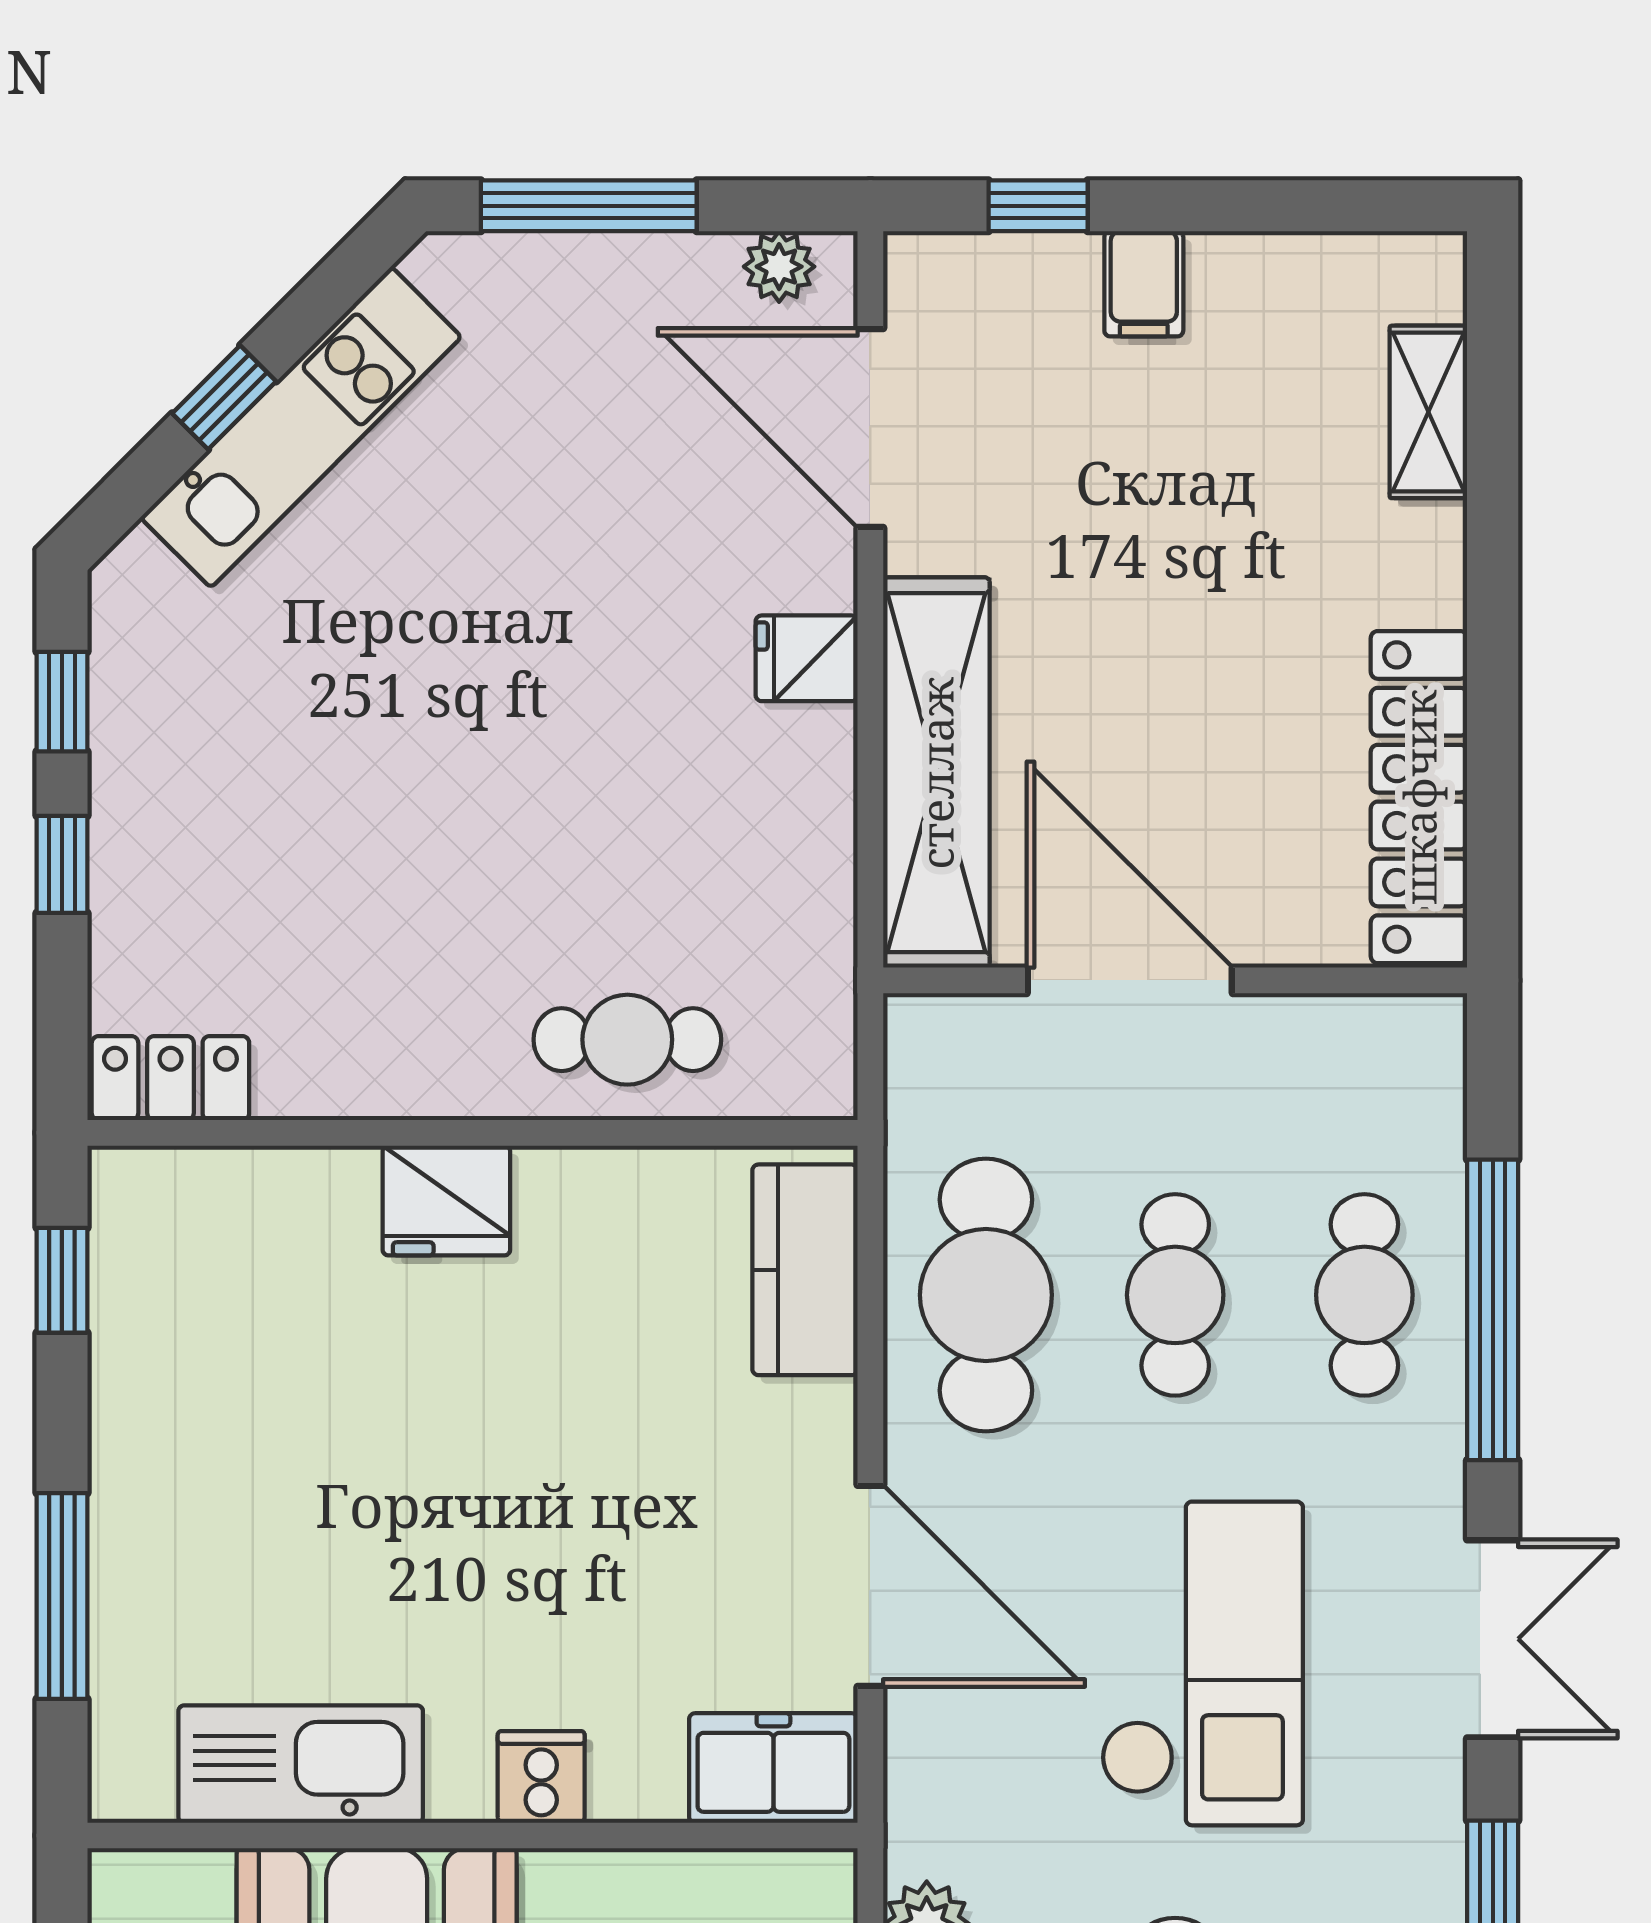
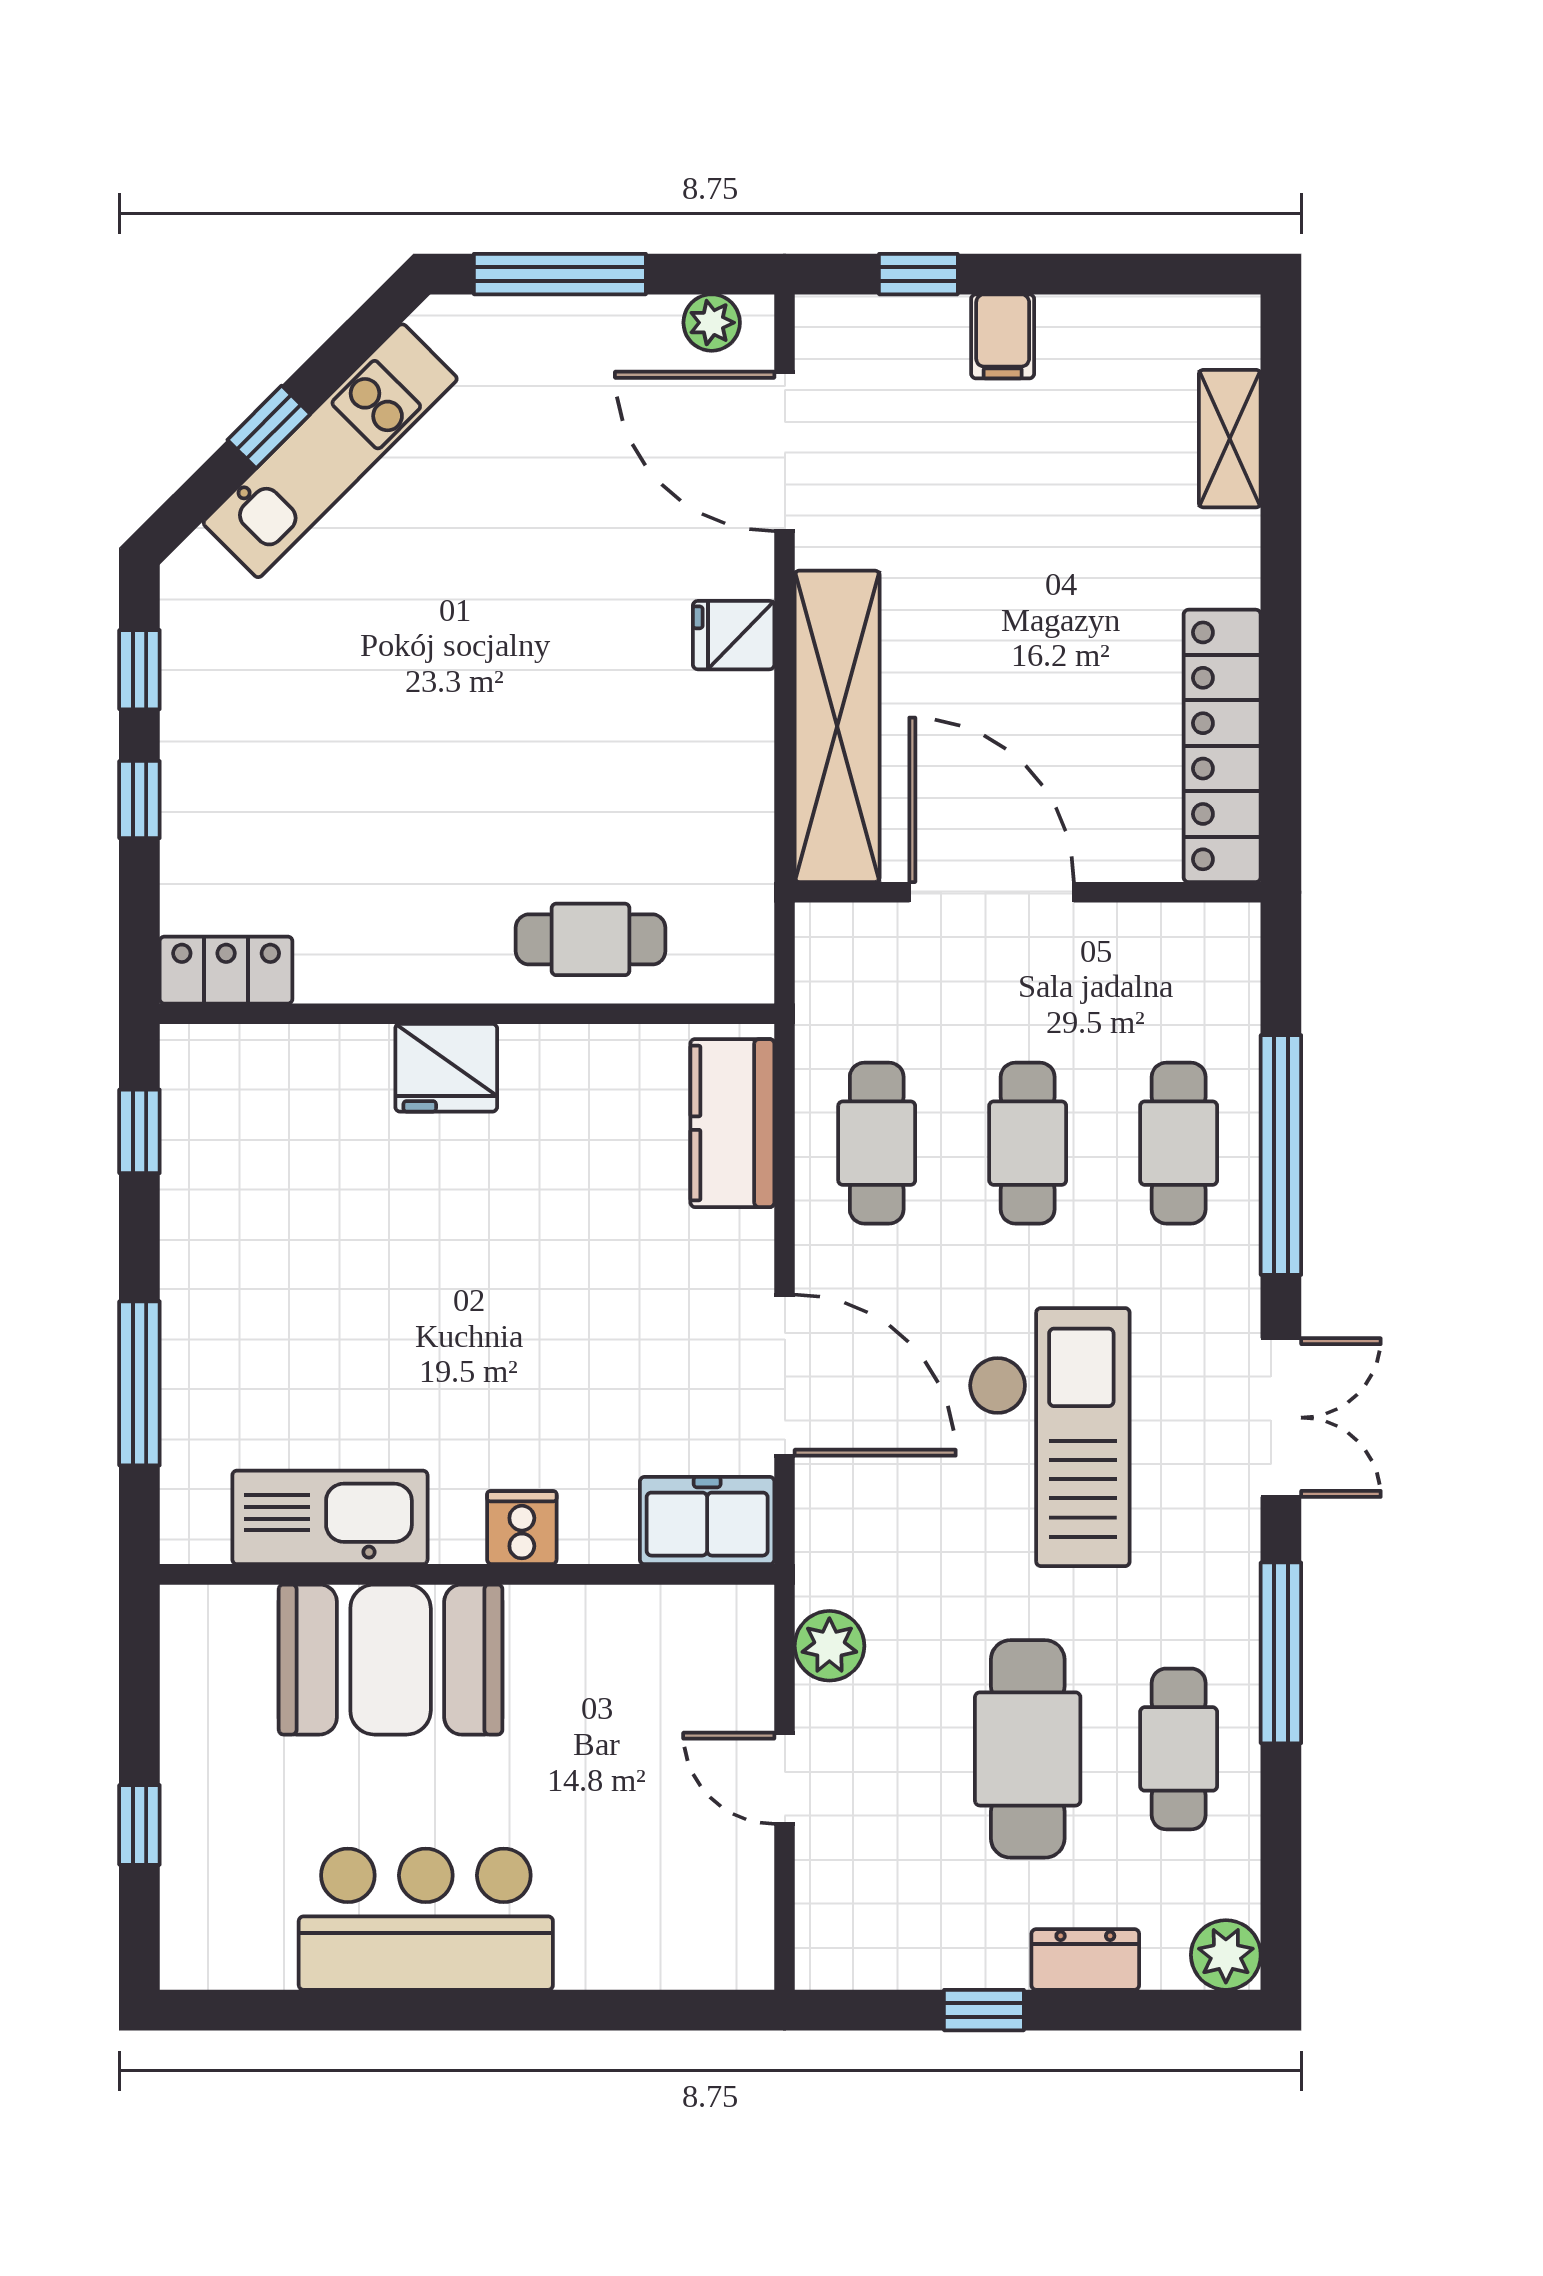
cafe table: (986, 1295) -> (877, 1143), width x0.73, depth x0.74

